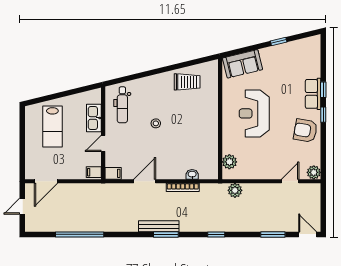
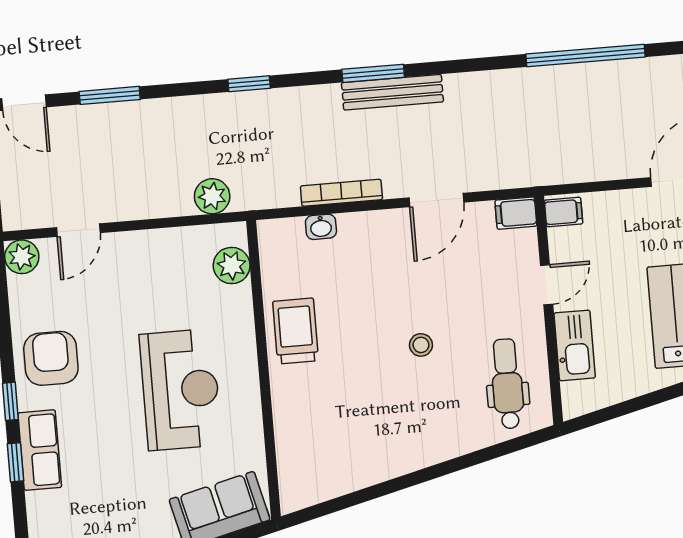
trolley: (187, 82) -> (296, 331), moved, turned 90
armchair: (305, 131) -> (51, 358), turned -100

